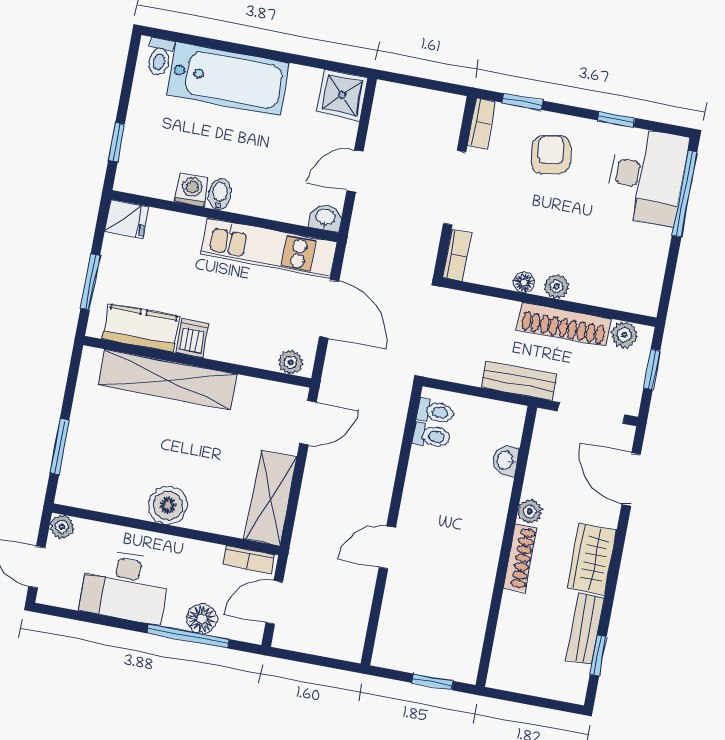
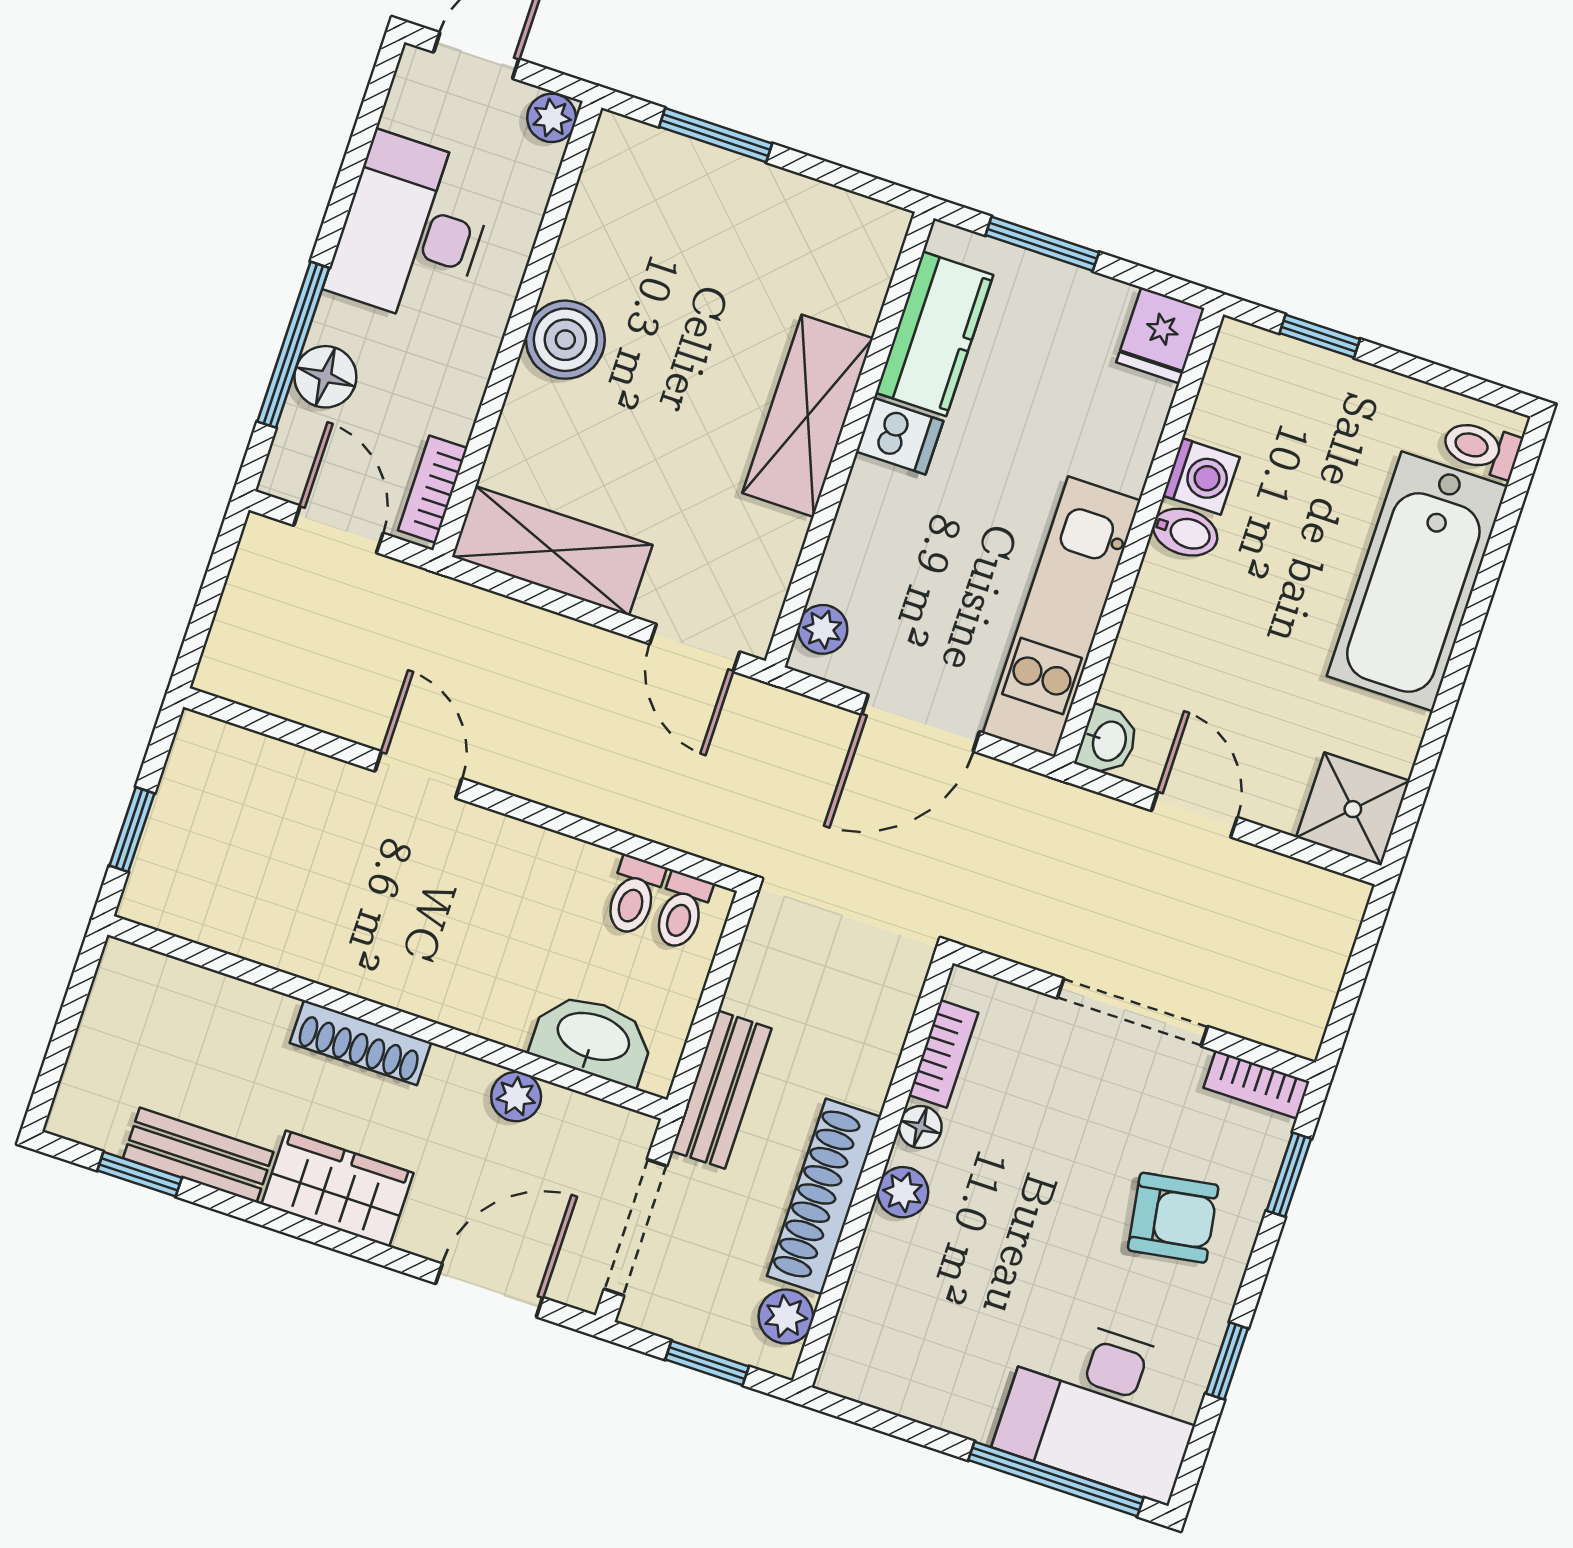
bookcase: (457, 255) -> (943, 1054), moved, turned -90
shelving: (168, 380) -> (808, 416), width x0.68
washbasin: (506, 460) -> (593, 1038), width x1.91, depth x1.45
plant: (530, 511) -> (516, 1097), moved

